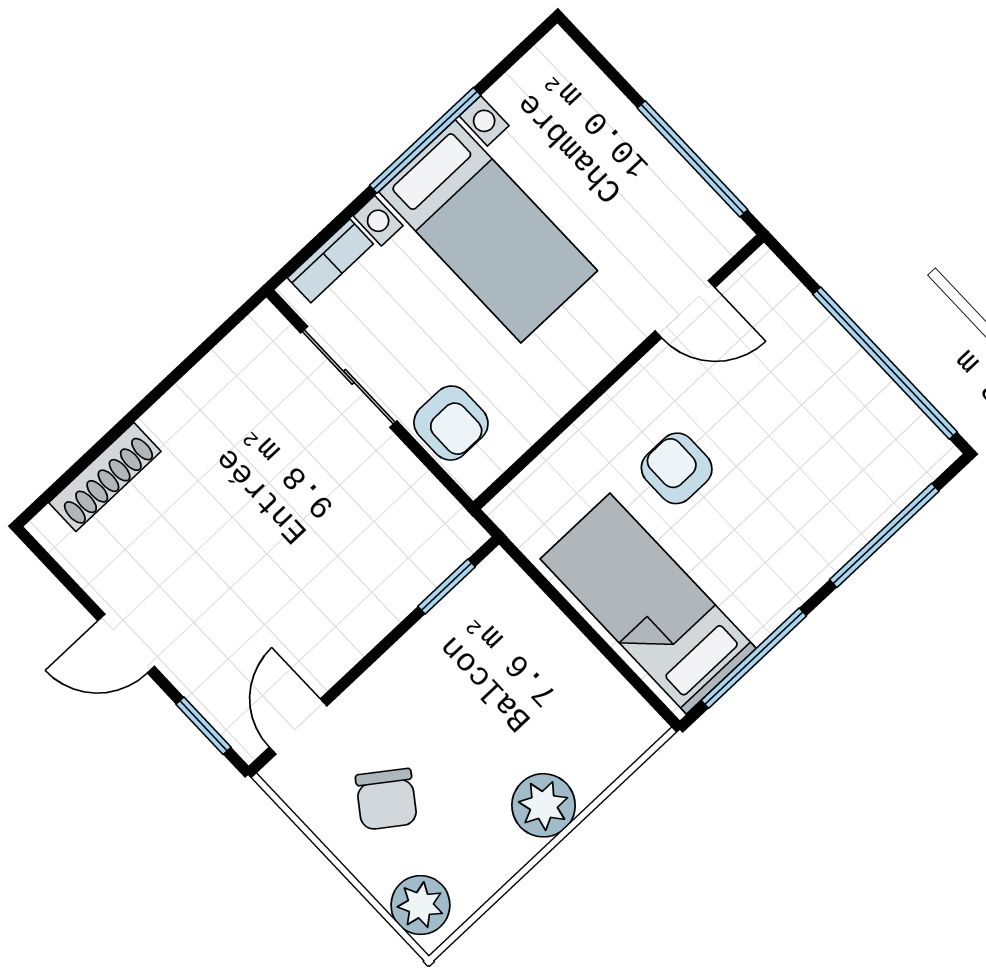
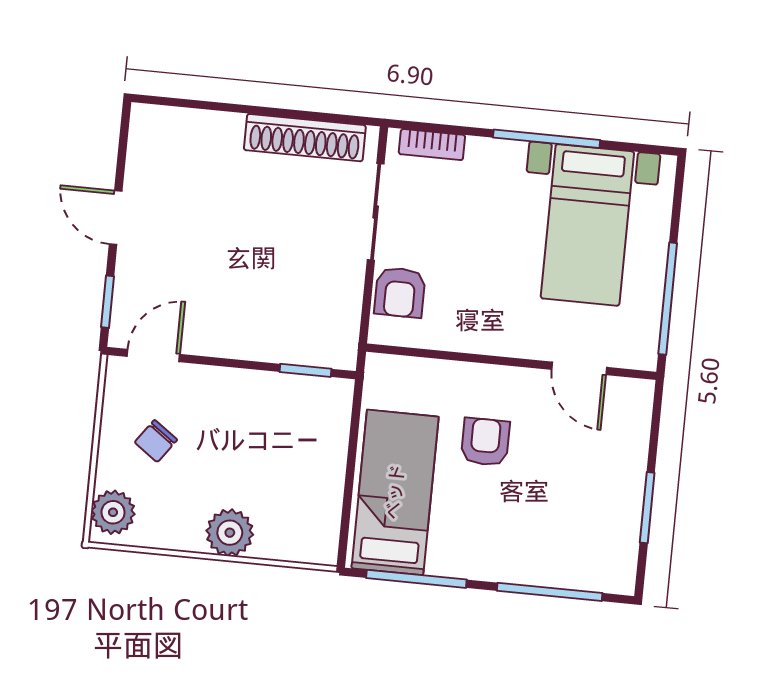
bed with nightstands: (488, 231) -> (587, 225), moved
window: (885, 363) -> (647, 508), width x0.47
shoe rack: (105, 477) -> (305, 138), moved, width x1.36, depth x1.24
chair: (386, 799) -> (156, 441), width x0.73, depth x0.73

